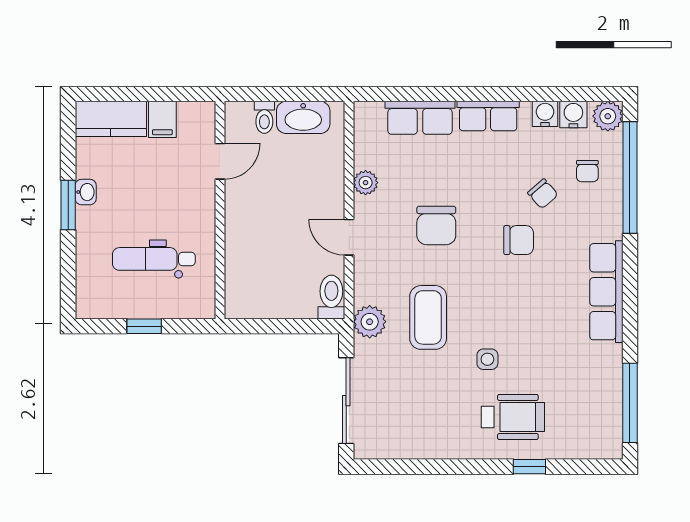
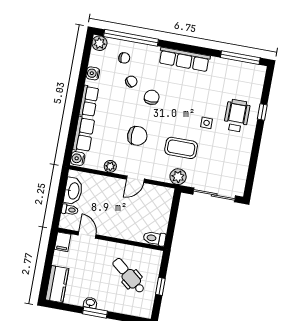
water cooler: (573, 115) -> (78, 158), moved
filing cabinet: (162, 119) -> (63, 242), moved, turned 90
dental chair: (154, 259) -> (129, 276), turned 129
toilet: (331, 297) -> (154, 238), moved

